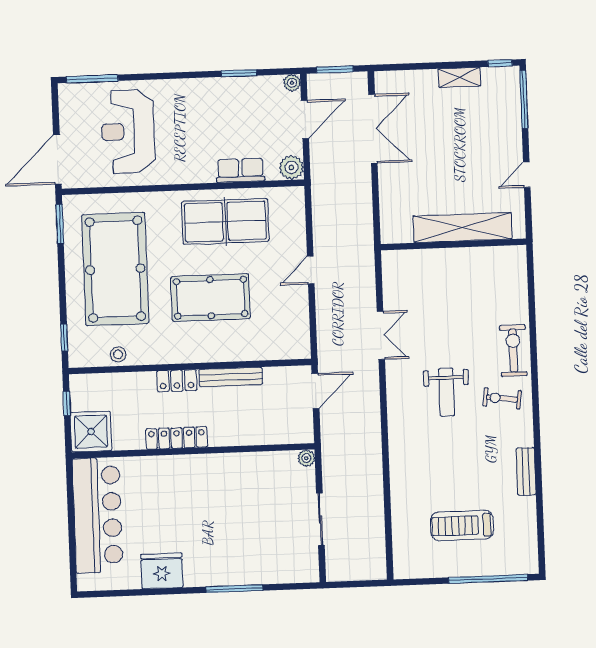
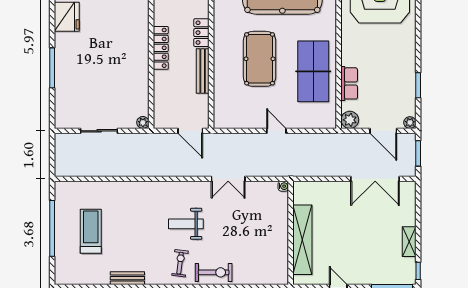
water cooler: (388, 257) -> (283, 186), added
locker: (177, 438) -> (161, 48), moved
window: (488, 579) -> (52, 228), moved

